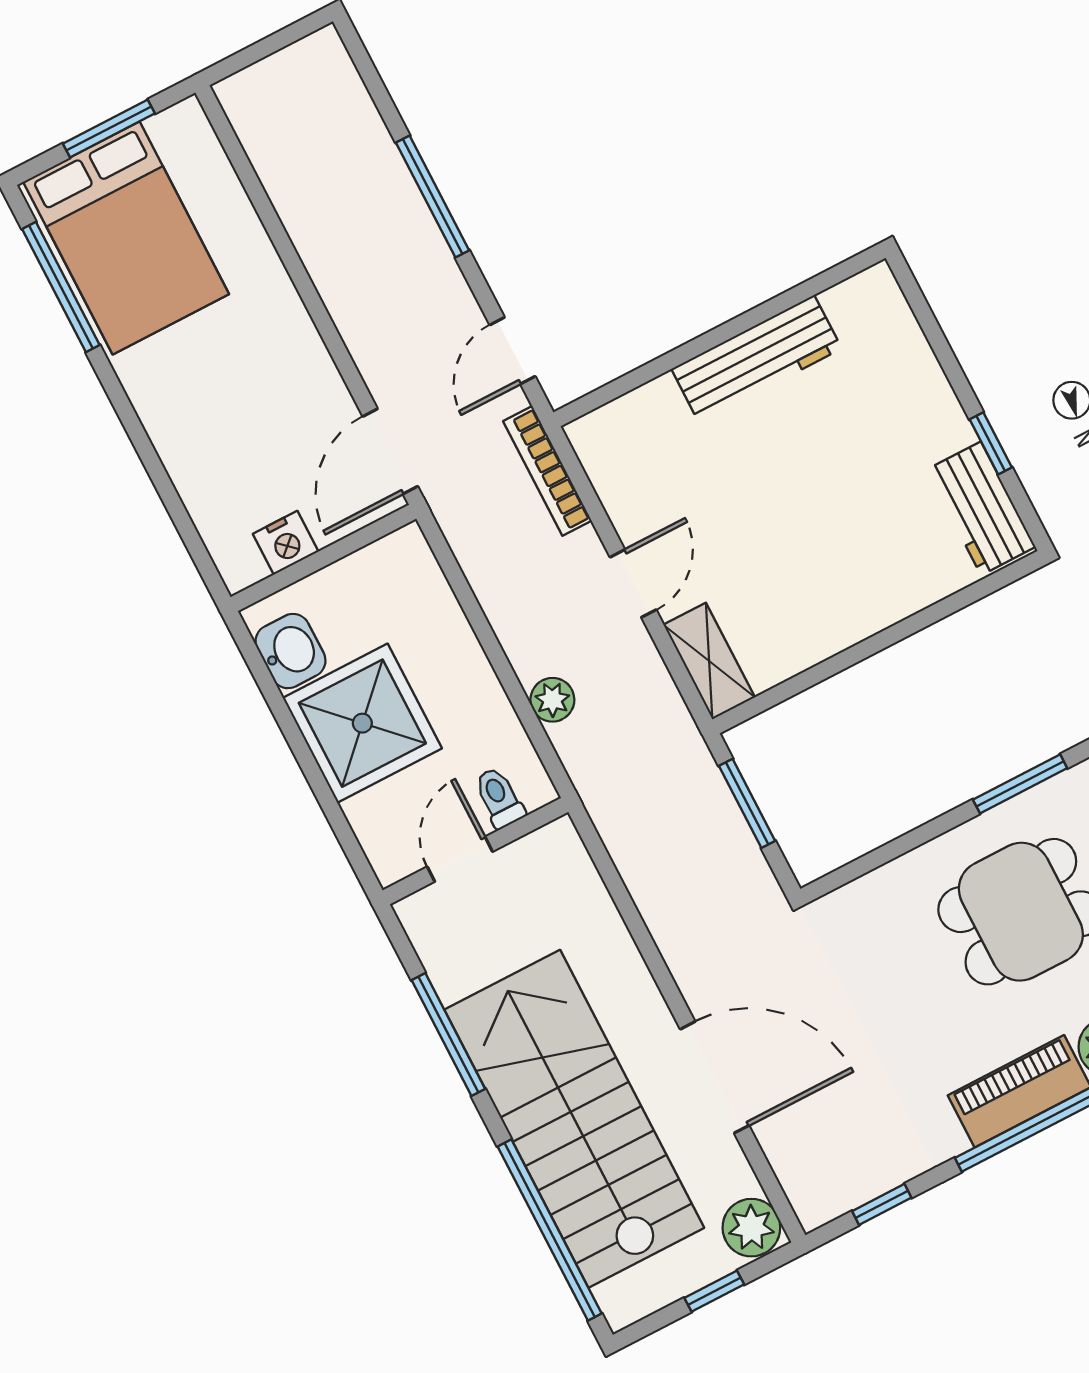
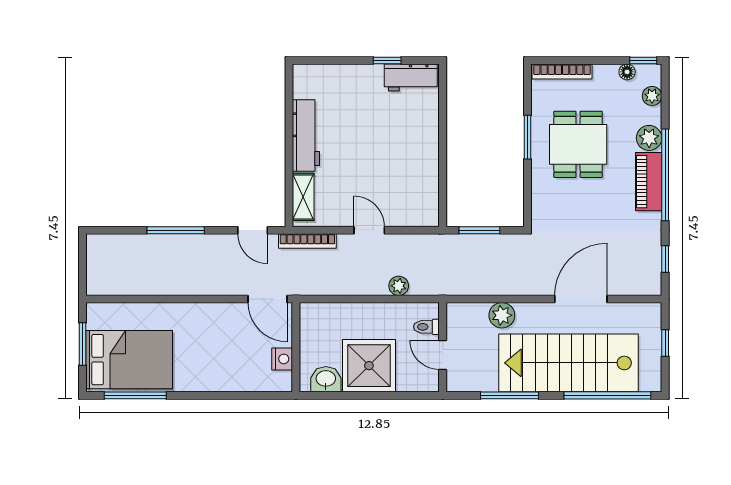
shelving: (709, 661) -> (303, 197), moved, turned 90
window: (1020, 784) -> (528, 137), moved
plant: (751, 1228) -> (502, 315), moved

